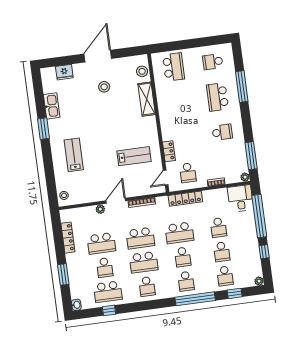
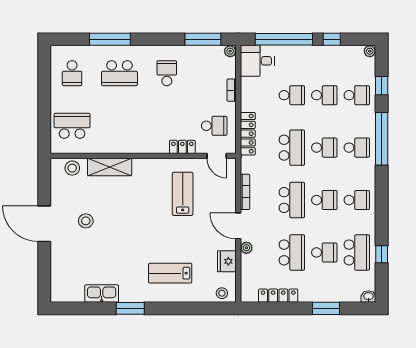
fridge: (64, 72) -> (227, 261), moved, turned 180
school desk: (144, 262) -> (324, 200), width x0.54

